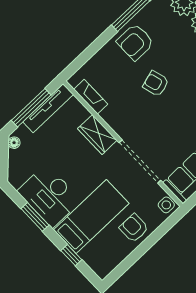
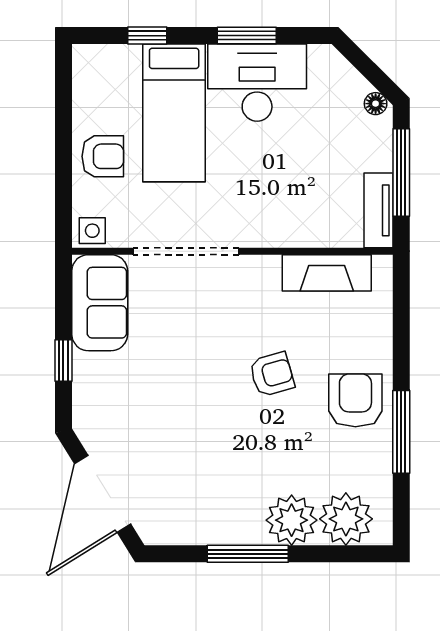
fireplace: (91, 97) -> (327, 273), width x1.37, depth x1.32
tv unit: (48, 108) -> (379, 210), width x0.71
wardrobe: (97, 134) -> (278, 228), removed

